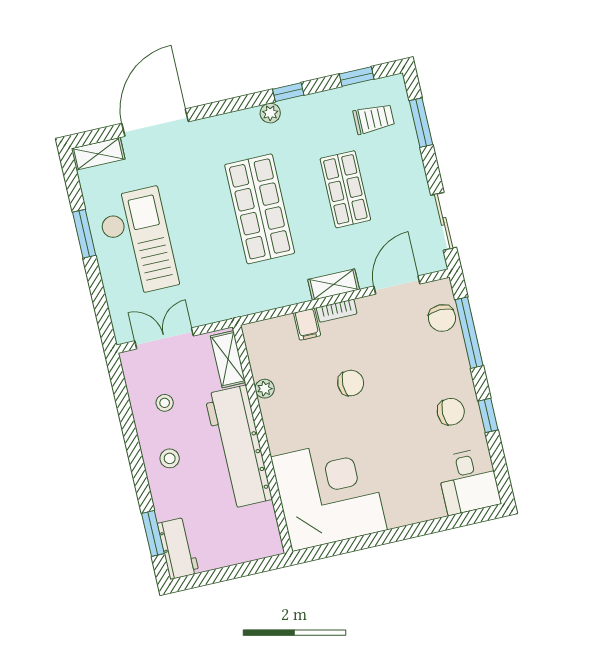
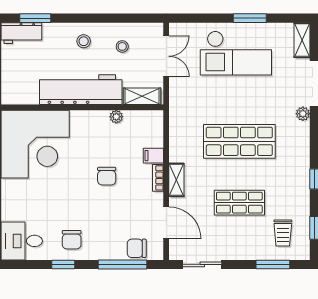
plant: (270, 113) -> (303, 114), moved

